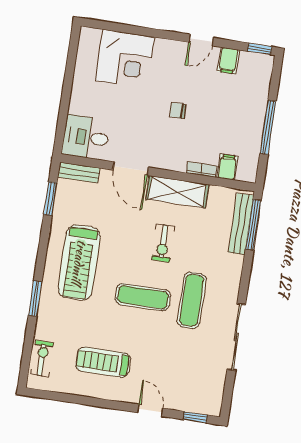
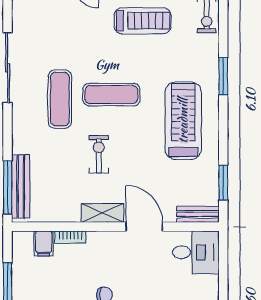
shelving: (177, 192) -> (103, 213), width x0.67, depth x0.75

